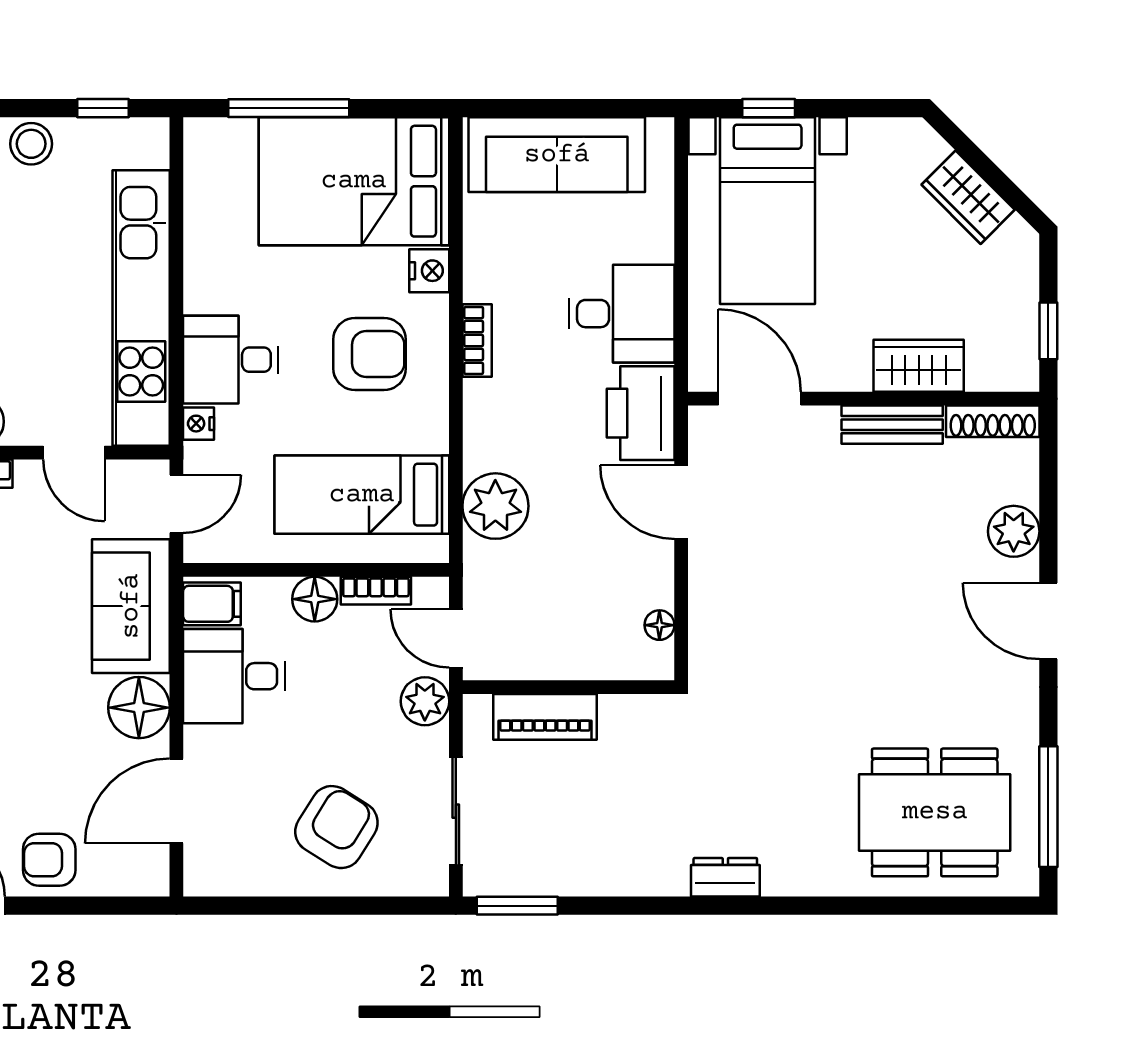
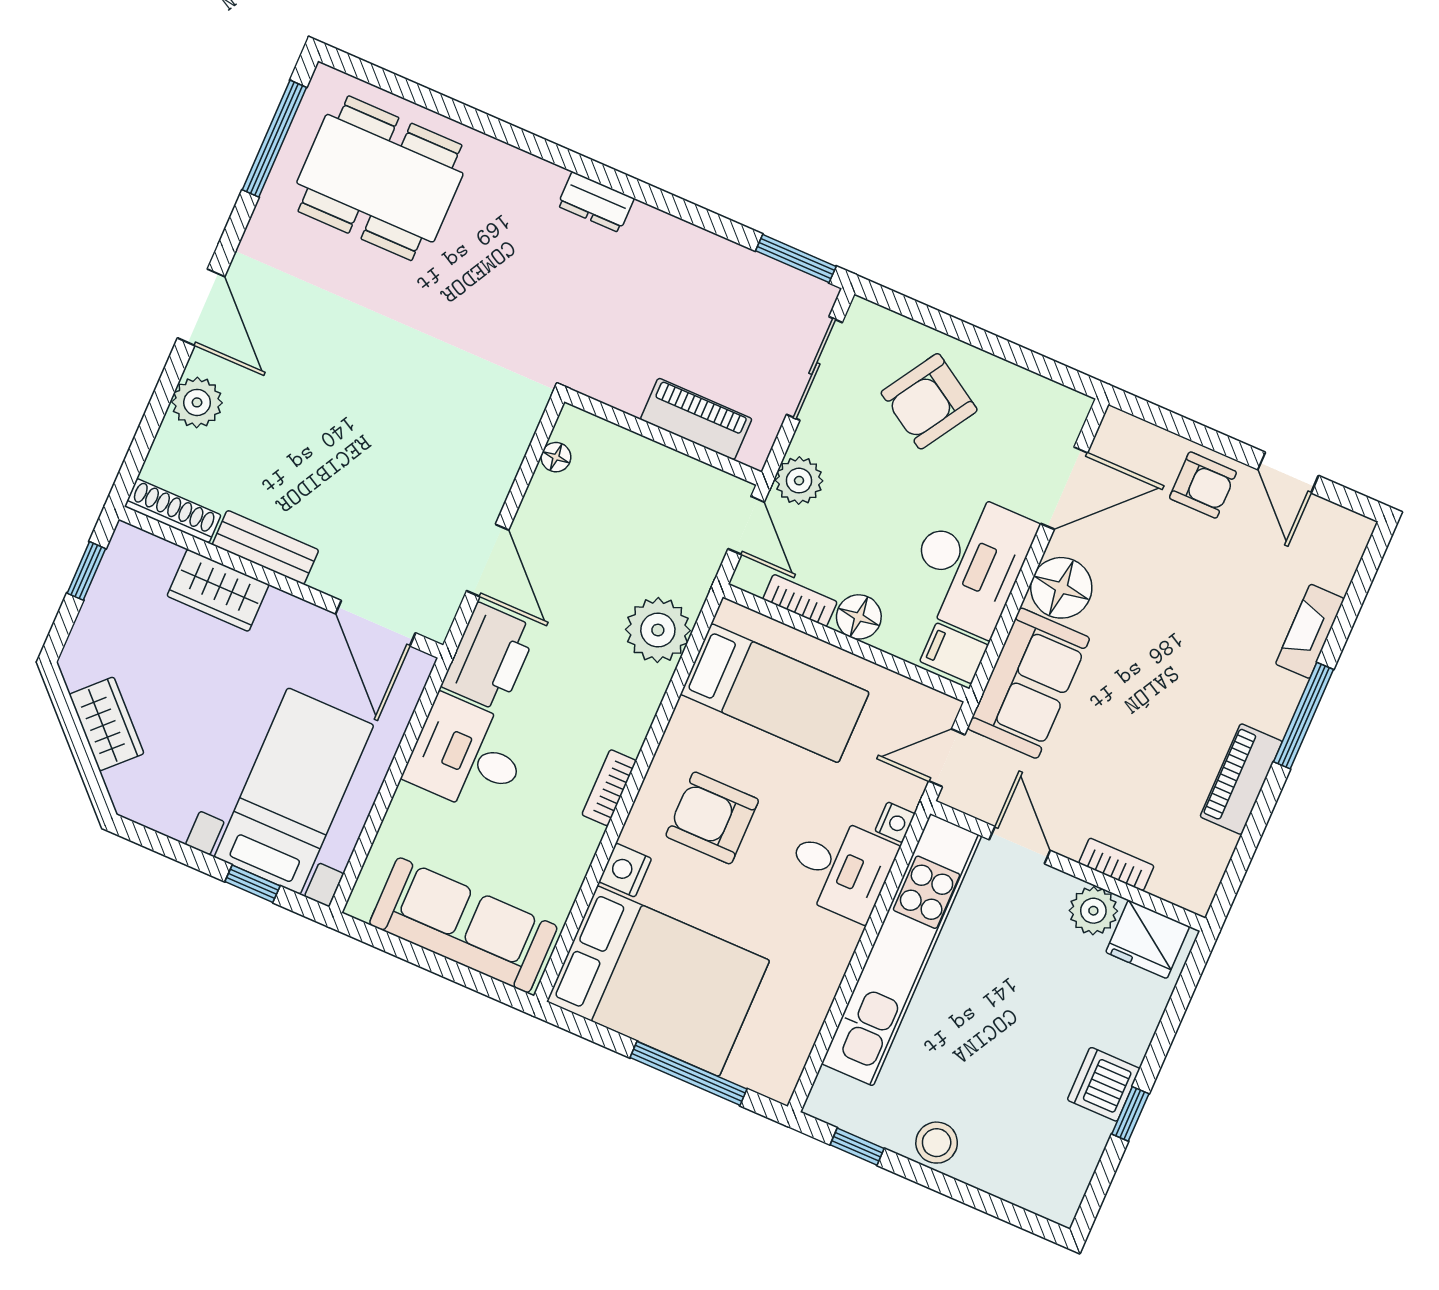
desk: (234, 676) -> (969, 563), width x1.37

